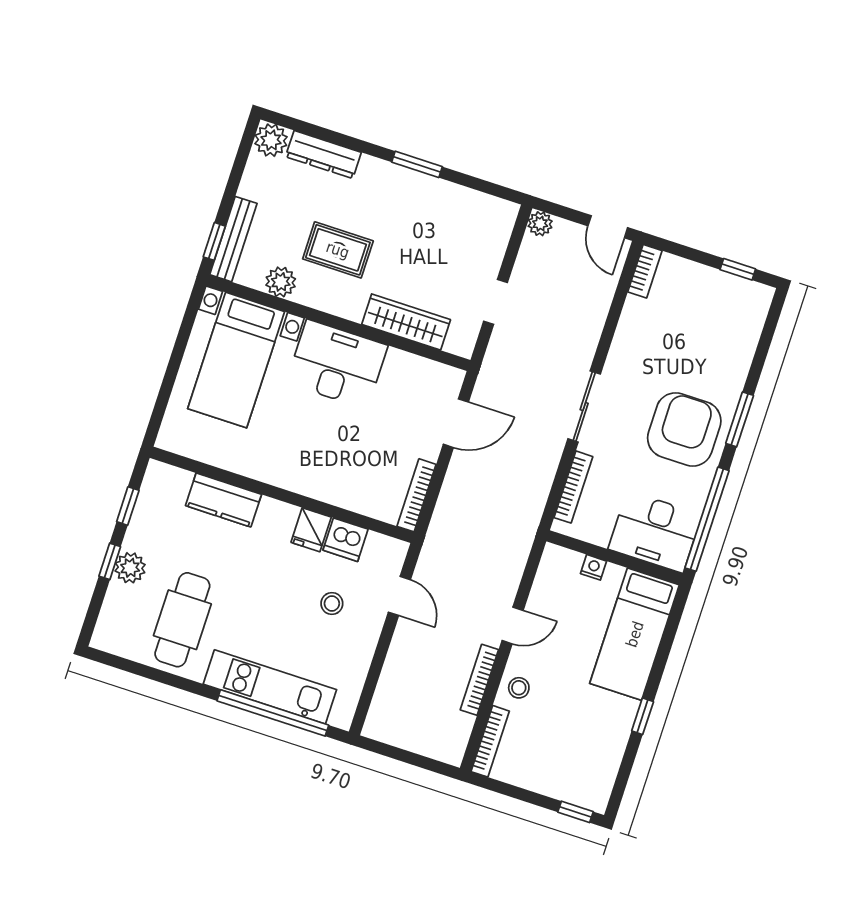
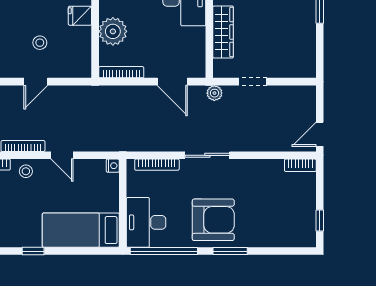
plant: (540, 224) -> (214, 93), moved
plant: (351, 488) -> (113, 31), added
dishwasher: (346, 540) -> (81, 38), removed
nightstand: (594, 567) -> (113, 166), moved
door: (399, 596) -> (36, 82), moved

